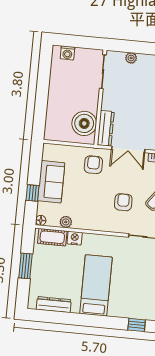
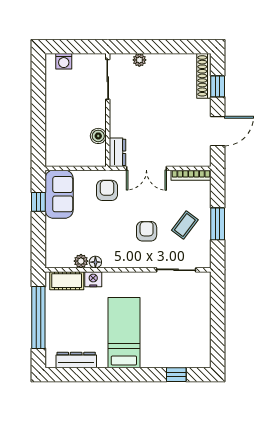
boiler: (84, 123) -> (98, 136), width x0.54, depth x0.54
dresser: (106, 128) -> (118, 152), width x0.70
sofa: (51, 182) -> (59, 194), moved
window: (33, 193) -> (38, 202), moved
floor lamp: (41, 220) -> (95, 262), moved
window: (26, 266) -> (38, 318), width x2.11

